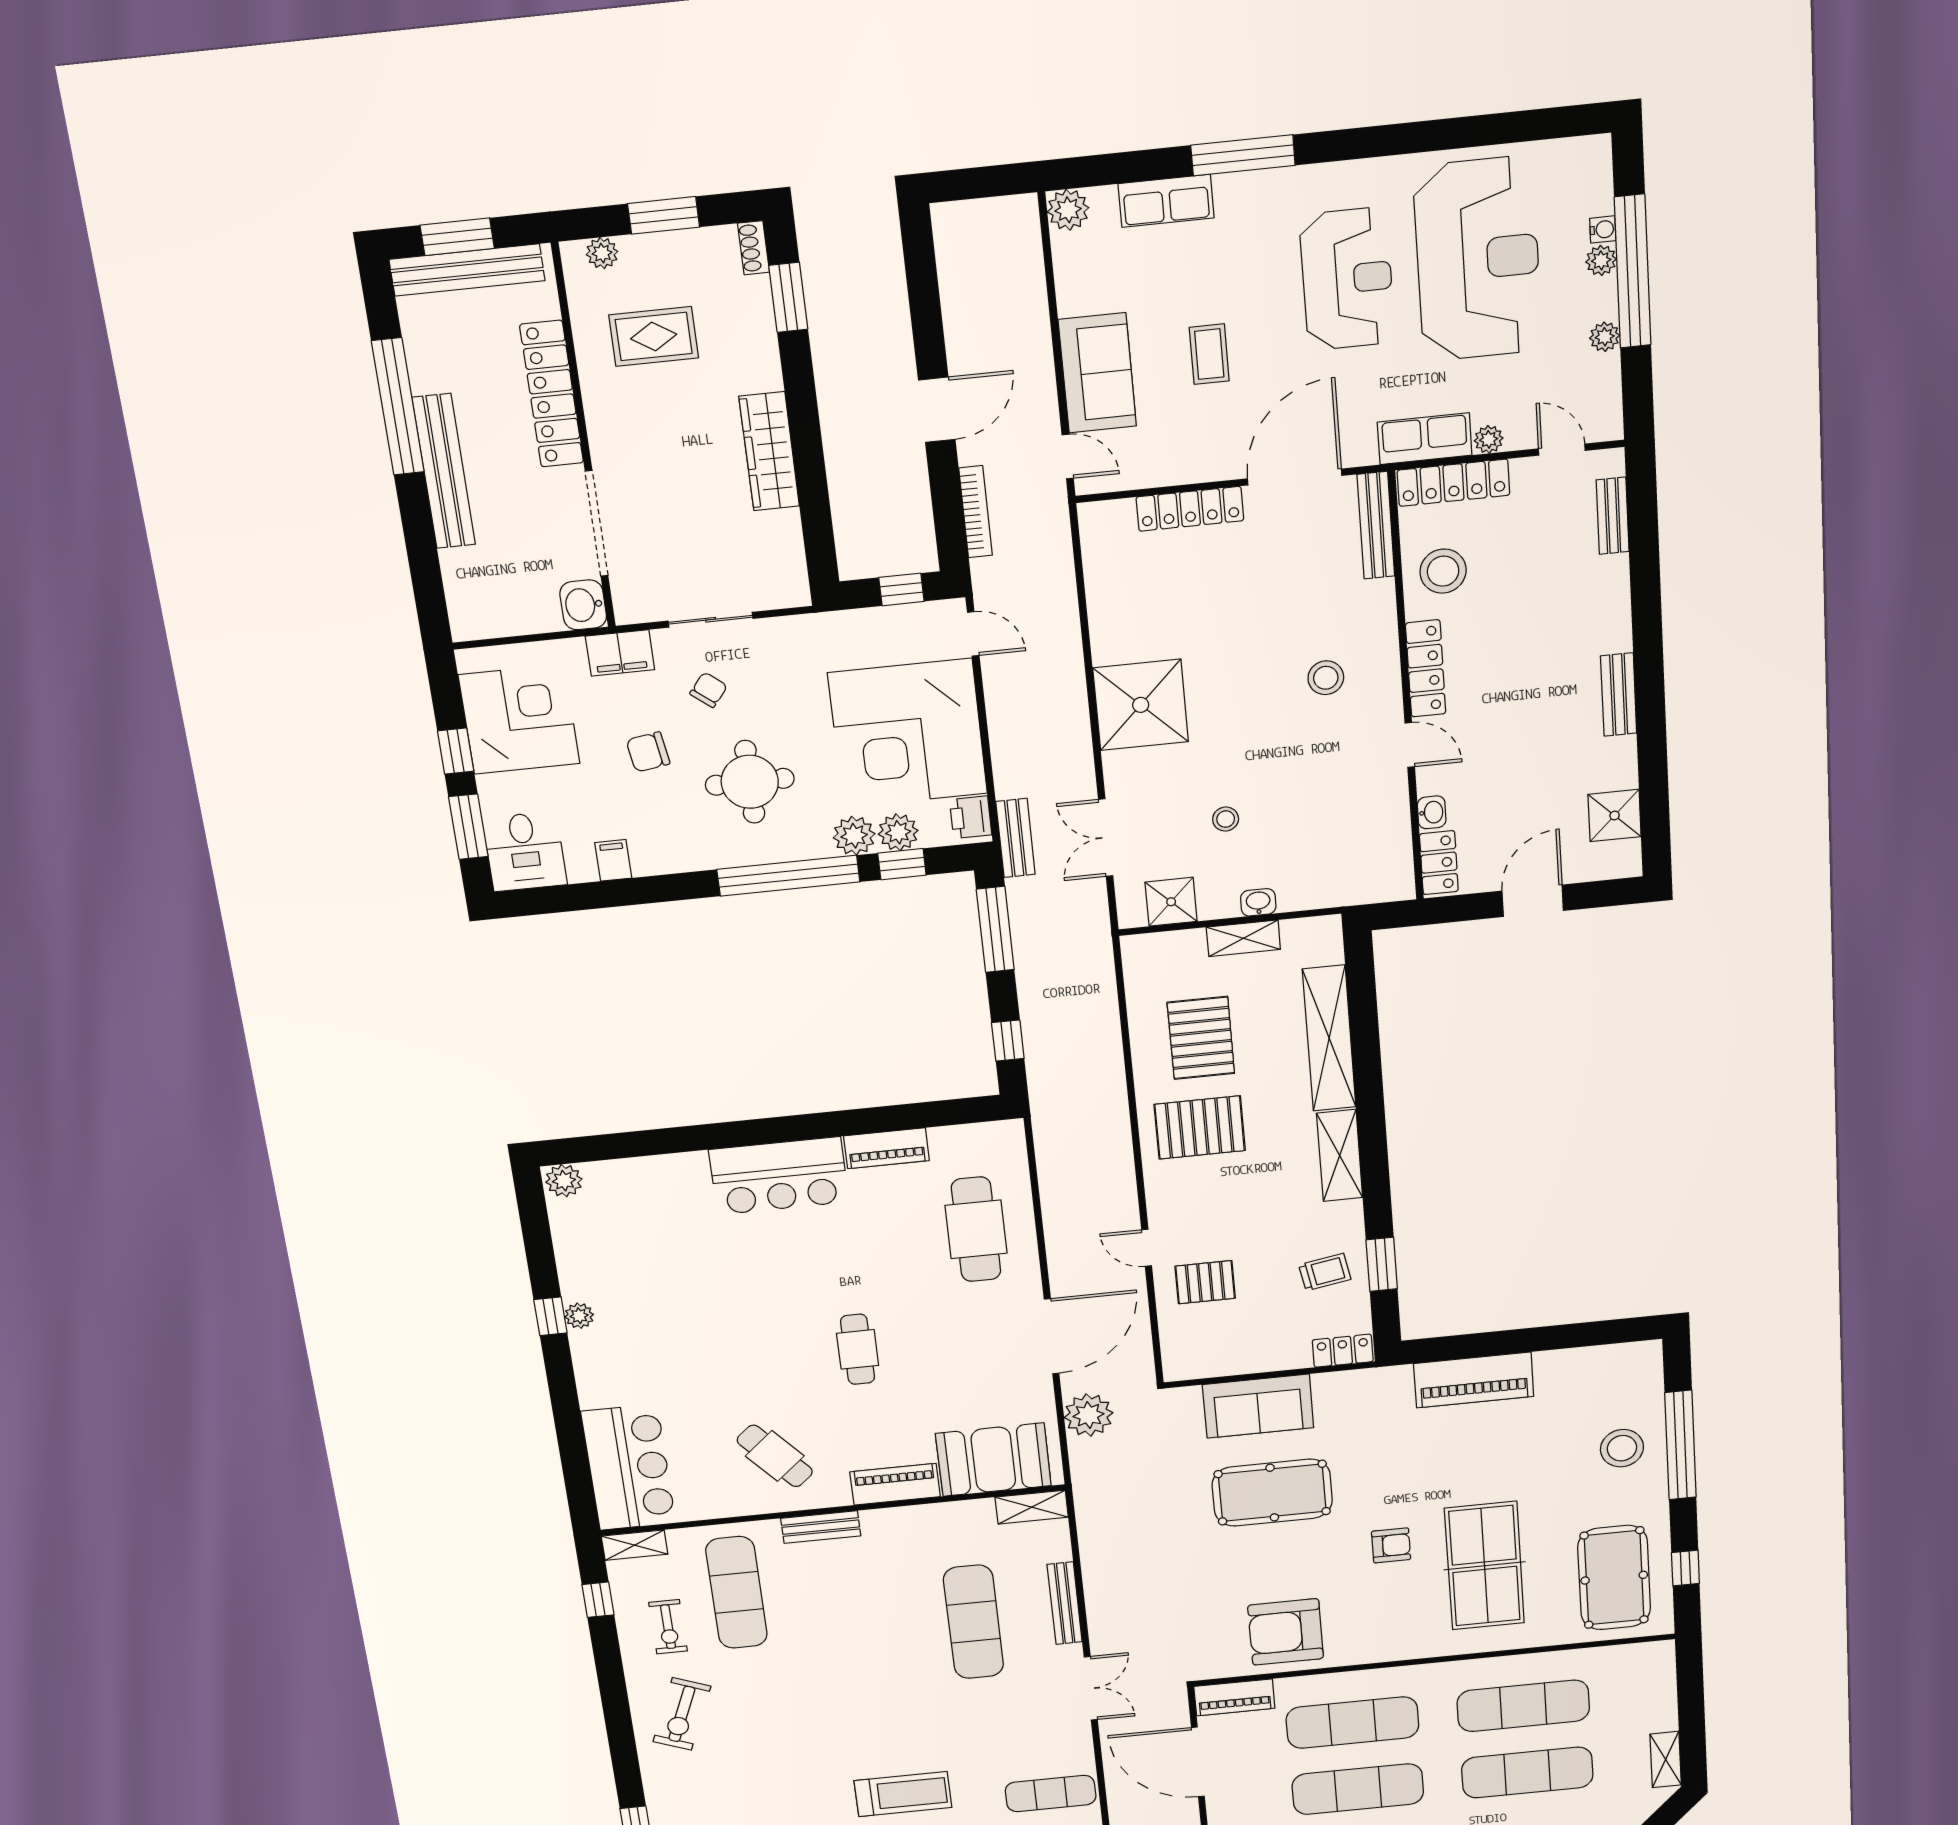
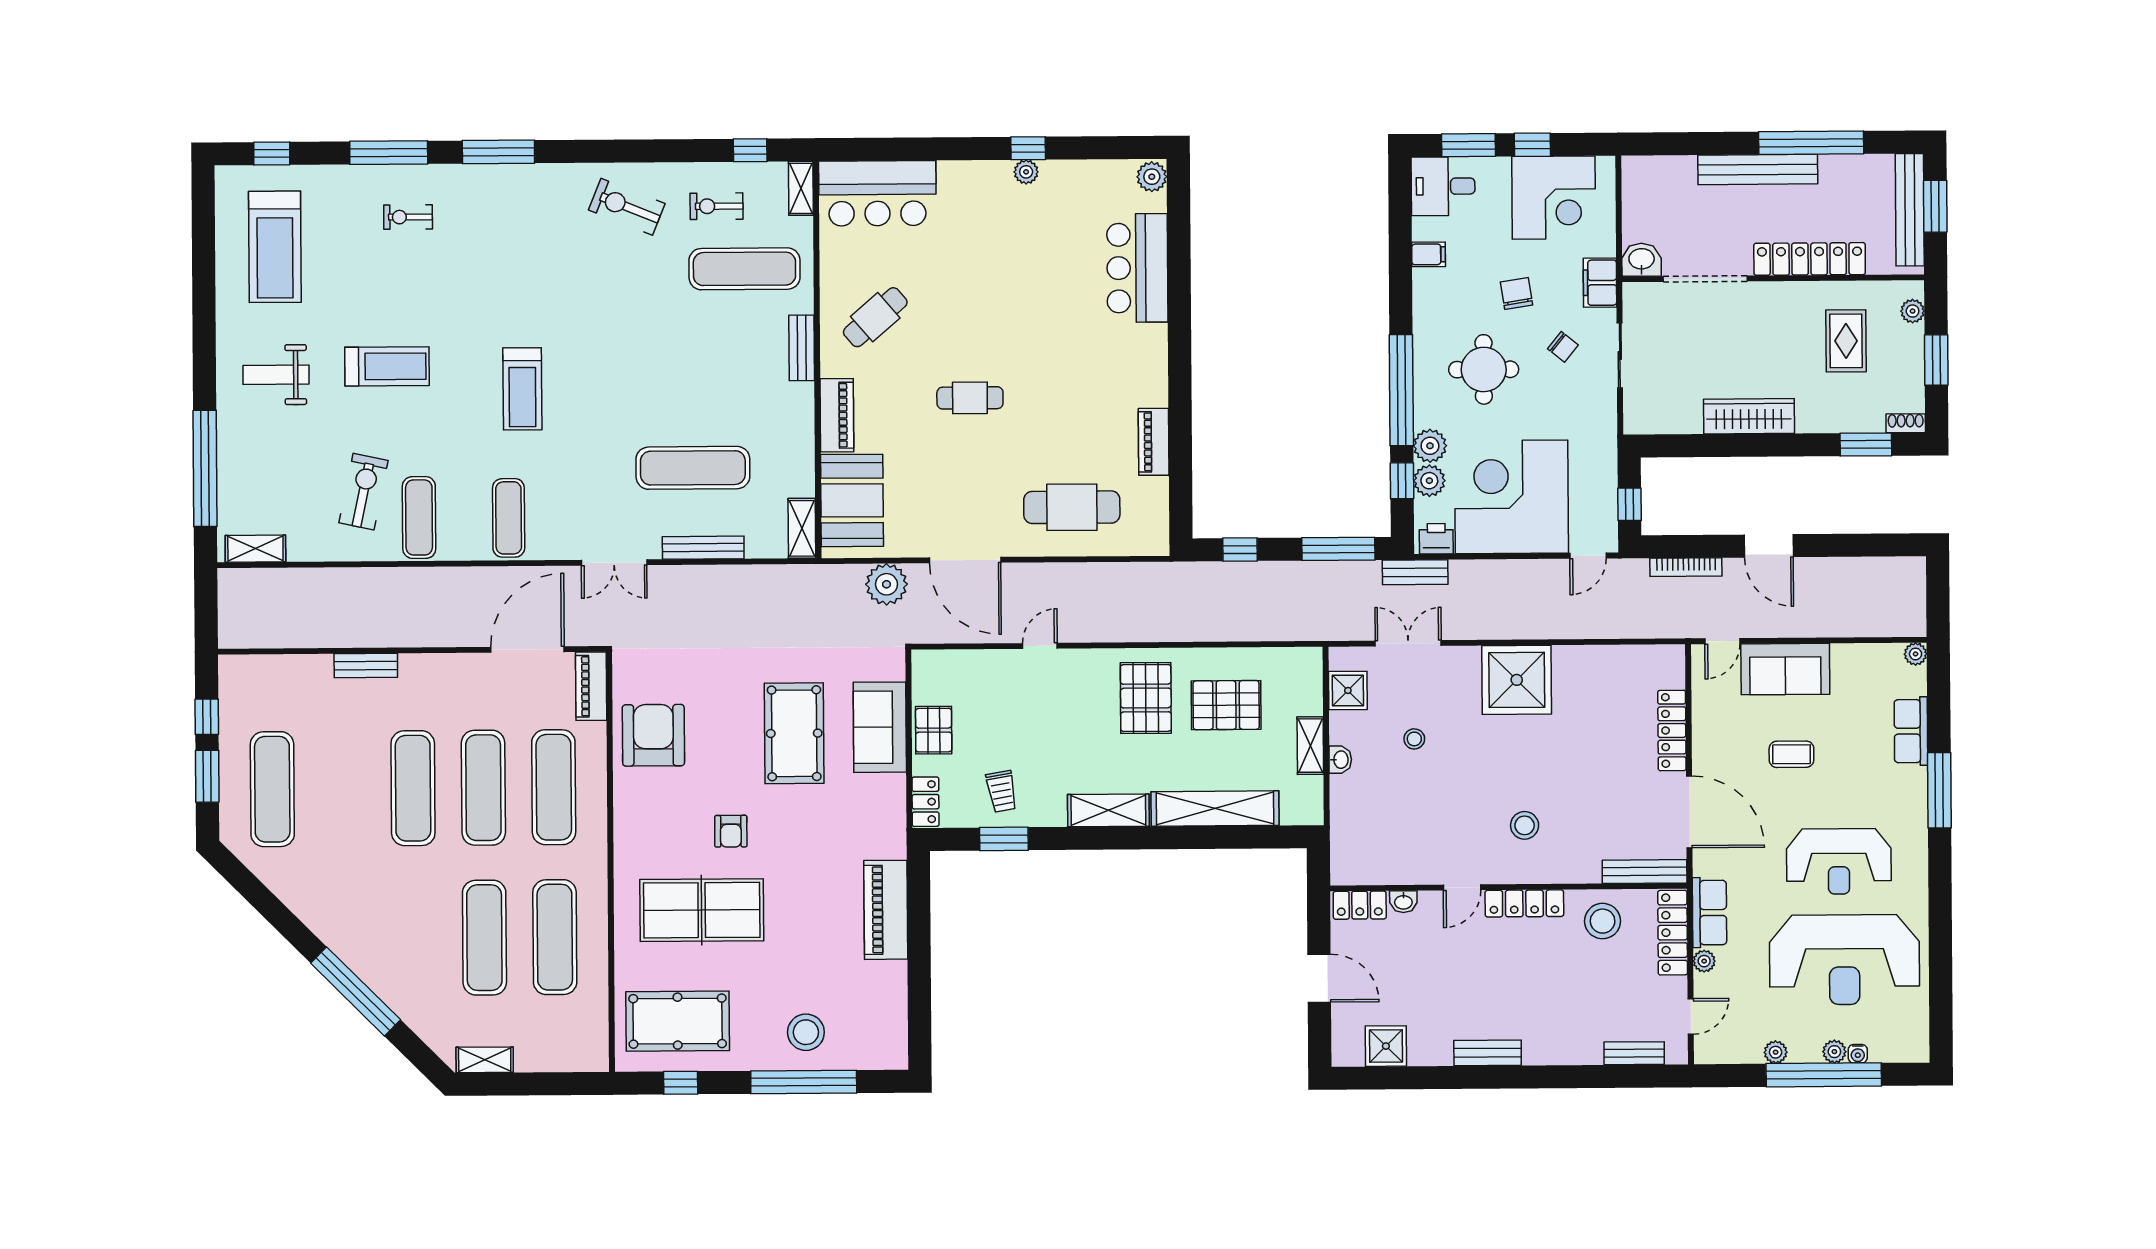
plant: (1068, 210) -> (1916, 654), width x0.73, depth x0.73
bar counter: (779, 1176) -> (1137, 268), moved
pallet: (1205, 1282) -> (934, 730), moved

